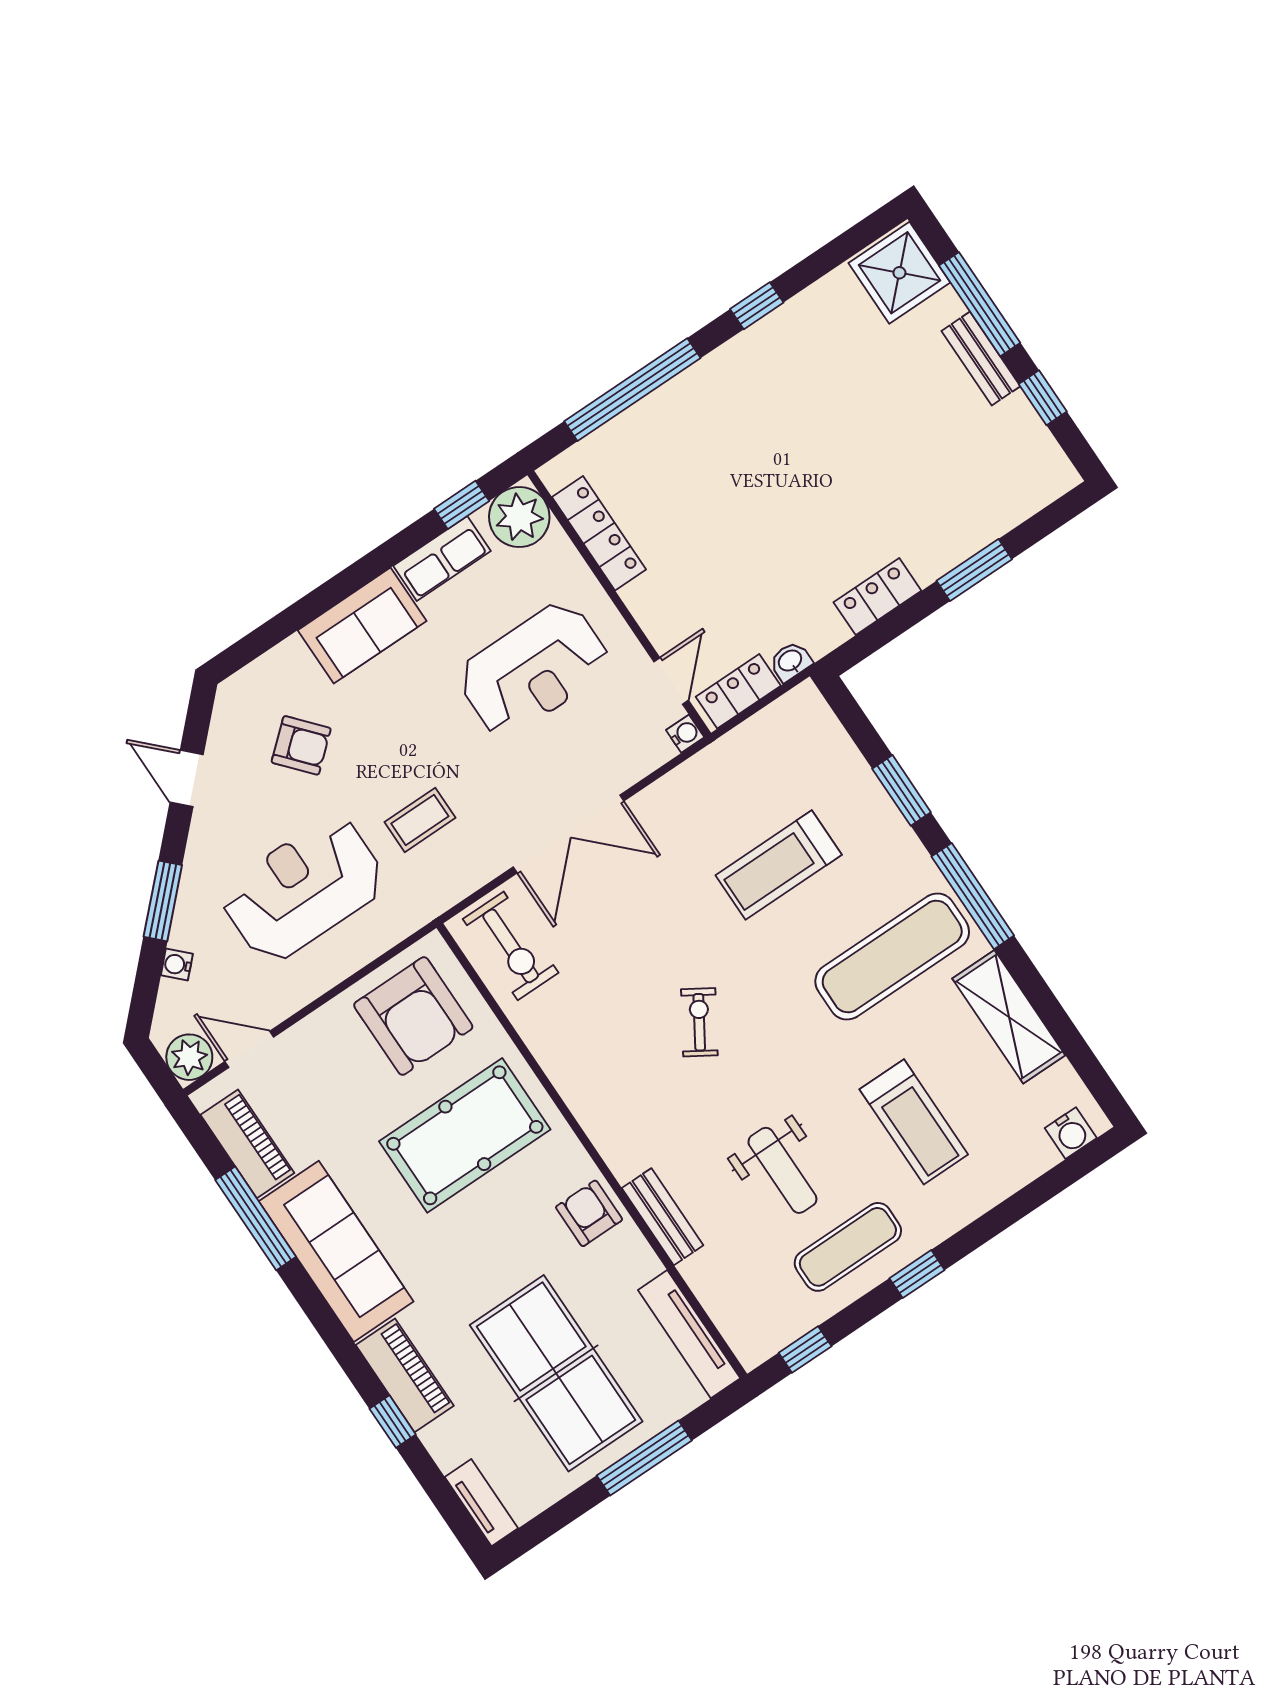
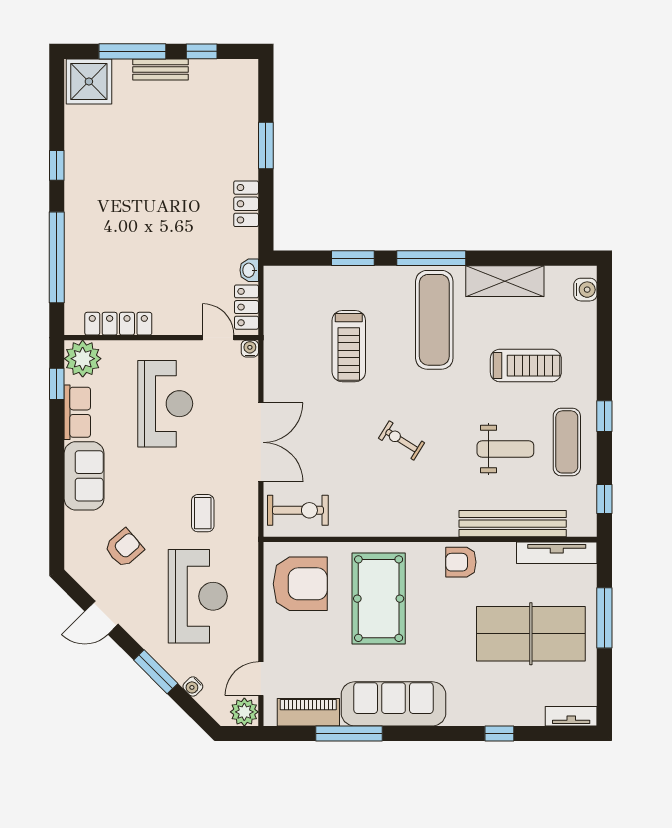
reception desk: (303, 889) -> (198, 596), turned 180
bench: (663, 1217) -> (513, 524), width x1.86, depth x1.21
piano: (405, 1375) -> (480, 711), removed

